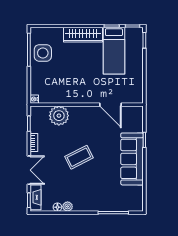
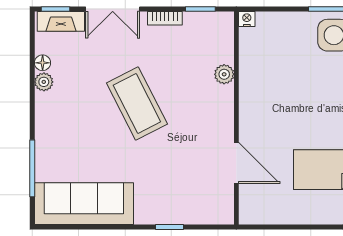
door: (110, 105) -> (236, 163), swing flipped
plant: (59, 116) -> (224, 74), width x0.53, depth x0.53
coffee table: (79, 157) -> (137, 103), width x1.36, depth x1.32
sofa: (132, 159) -> (84, 204), moved

